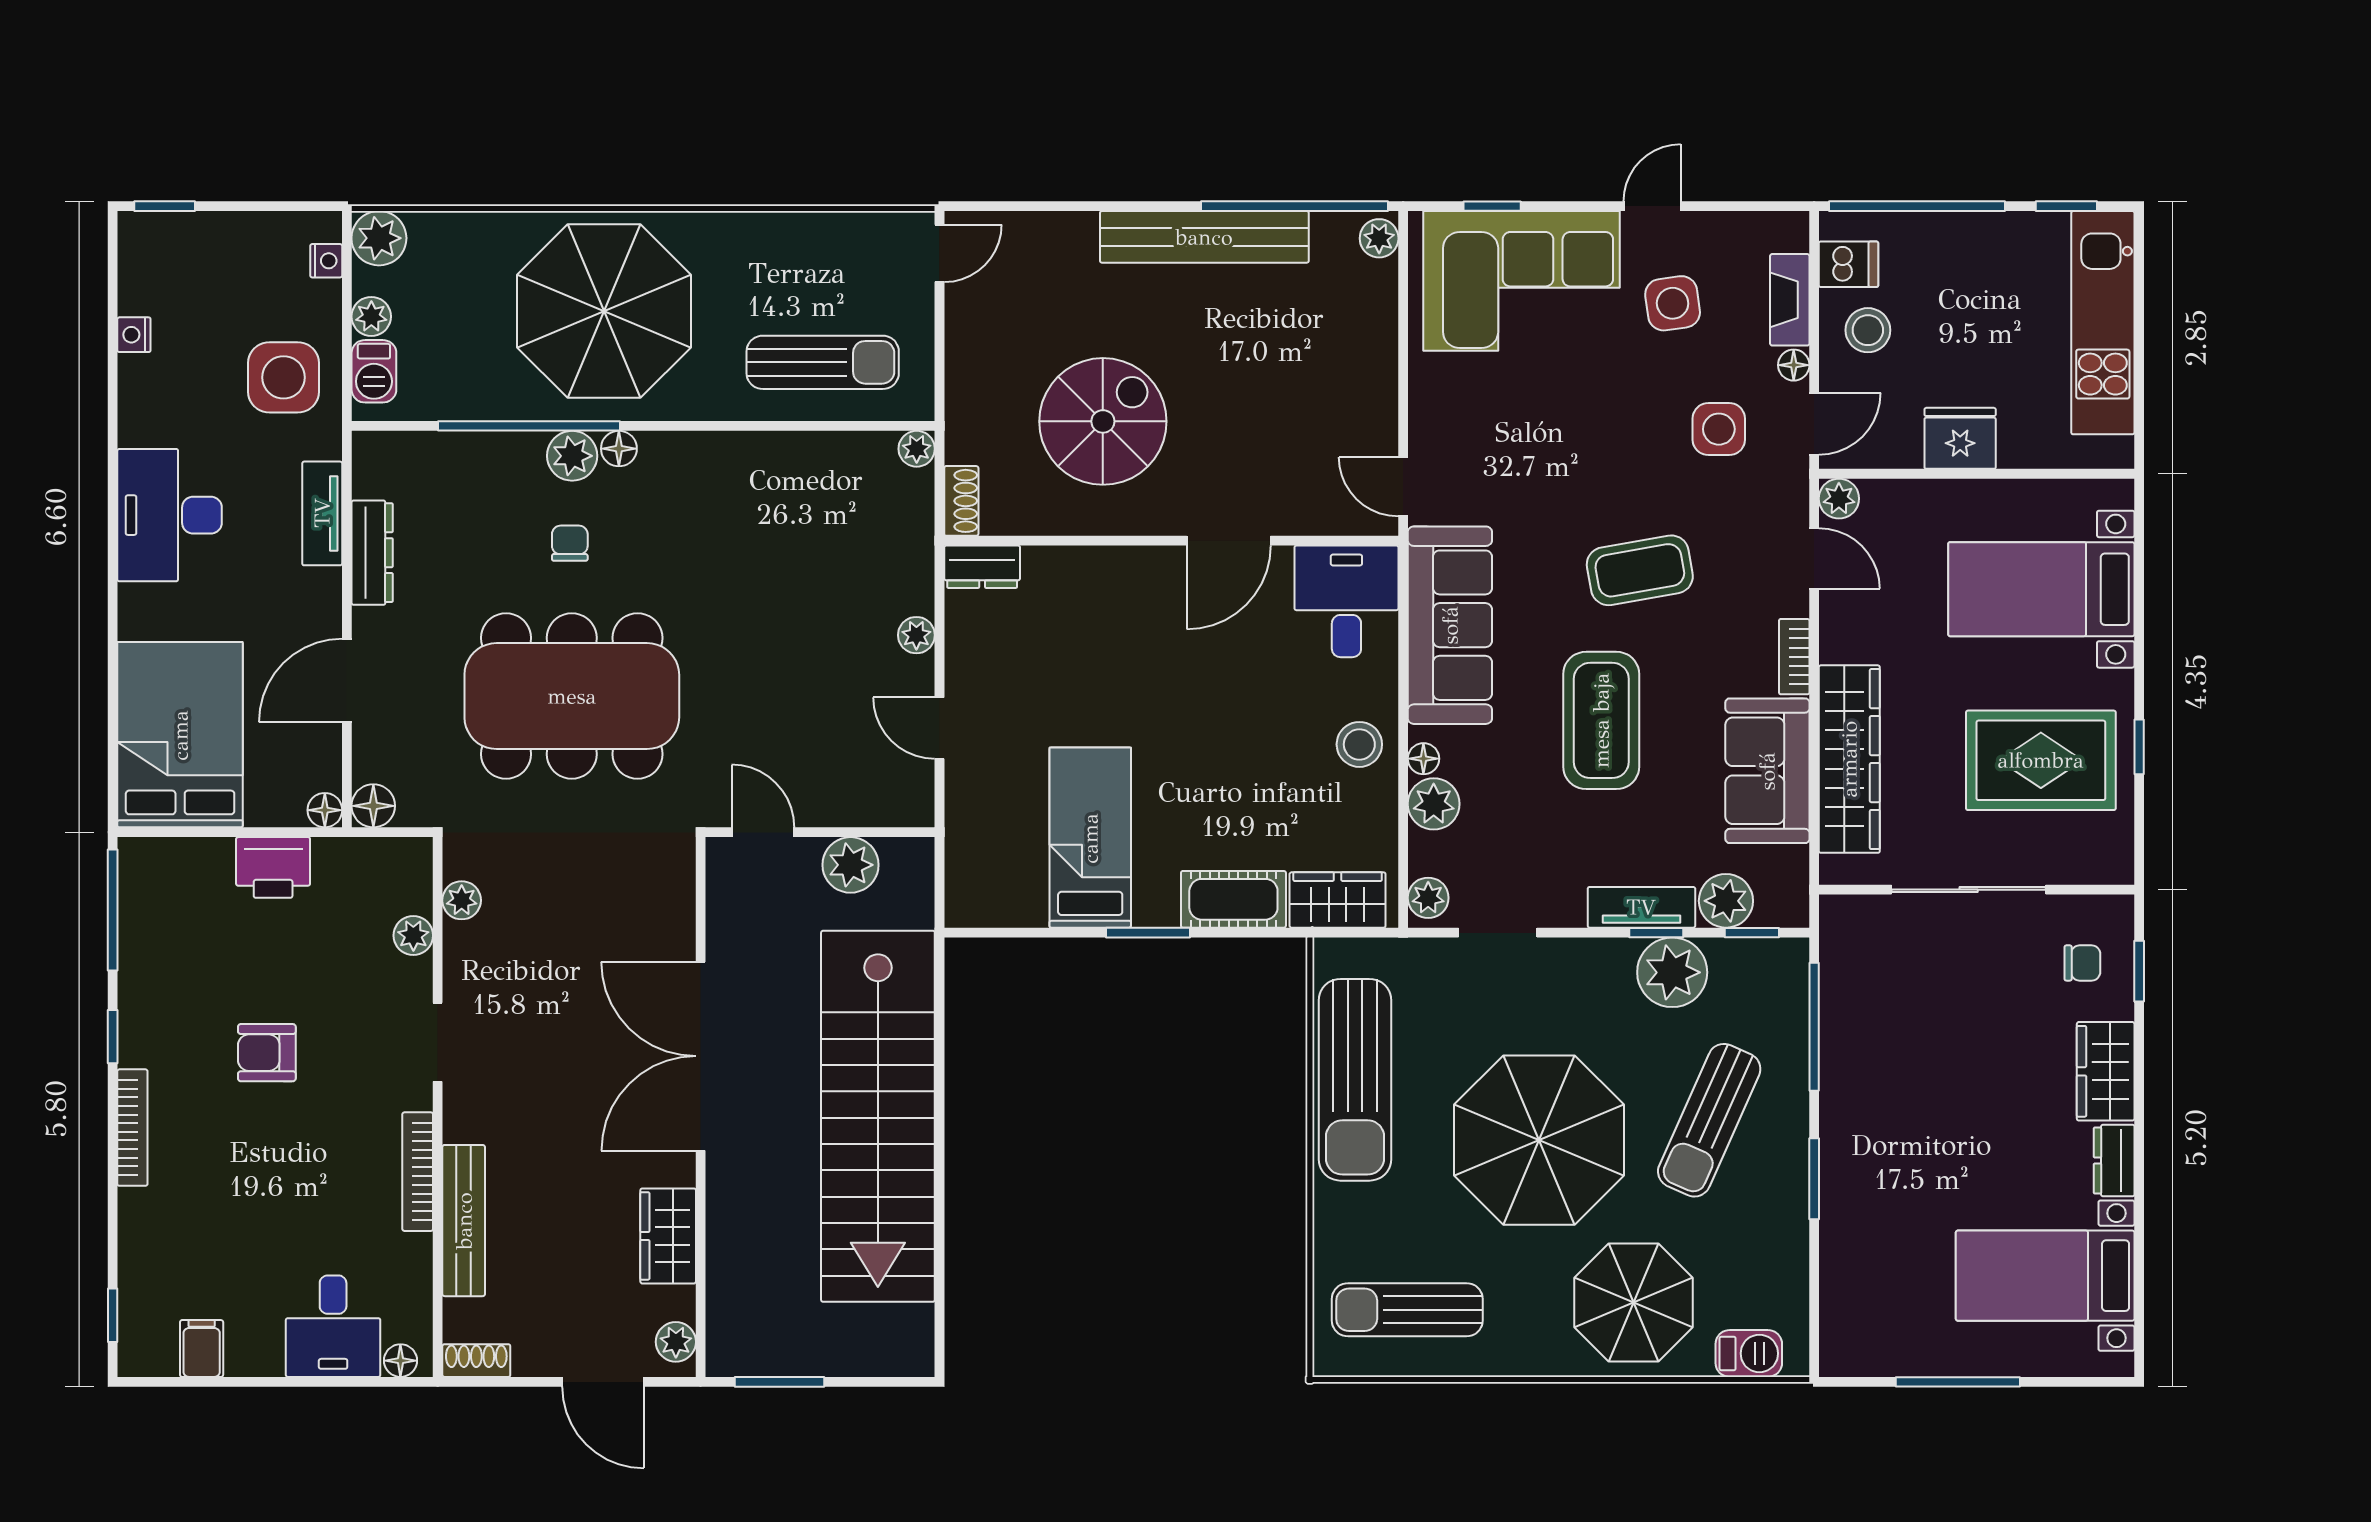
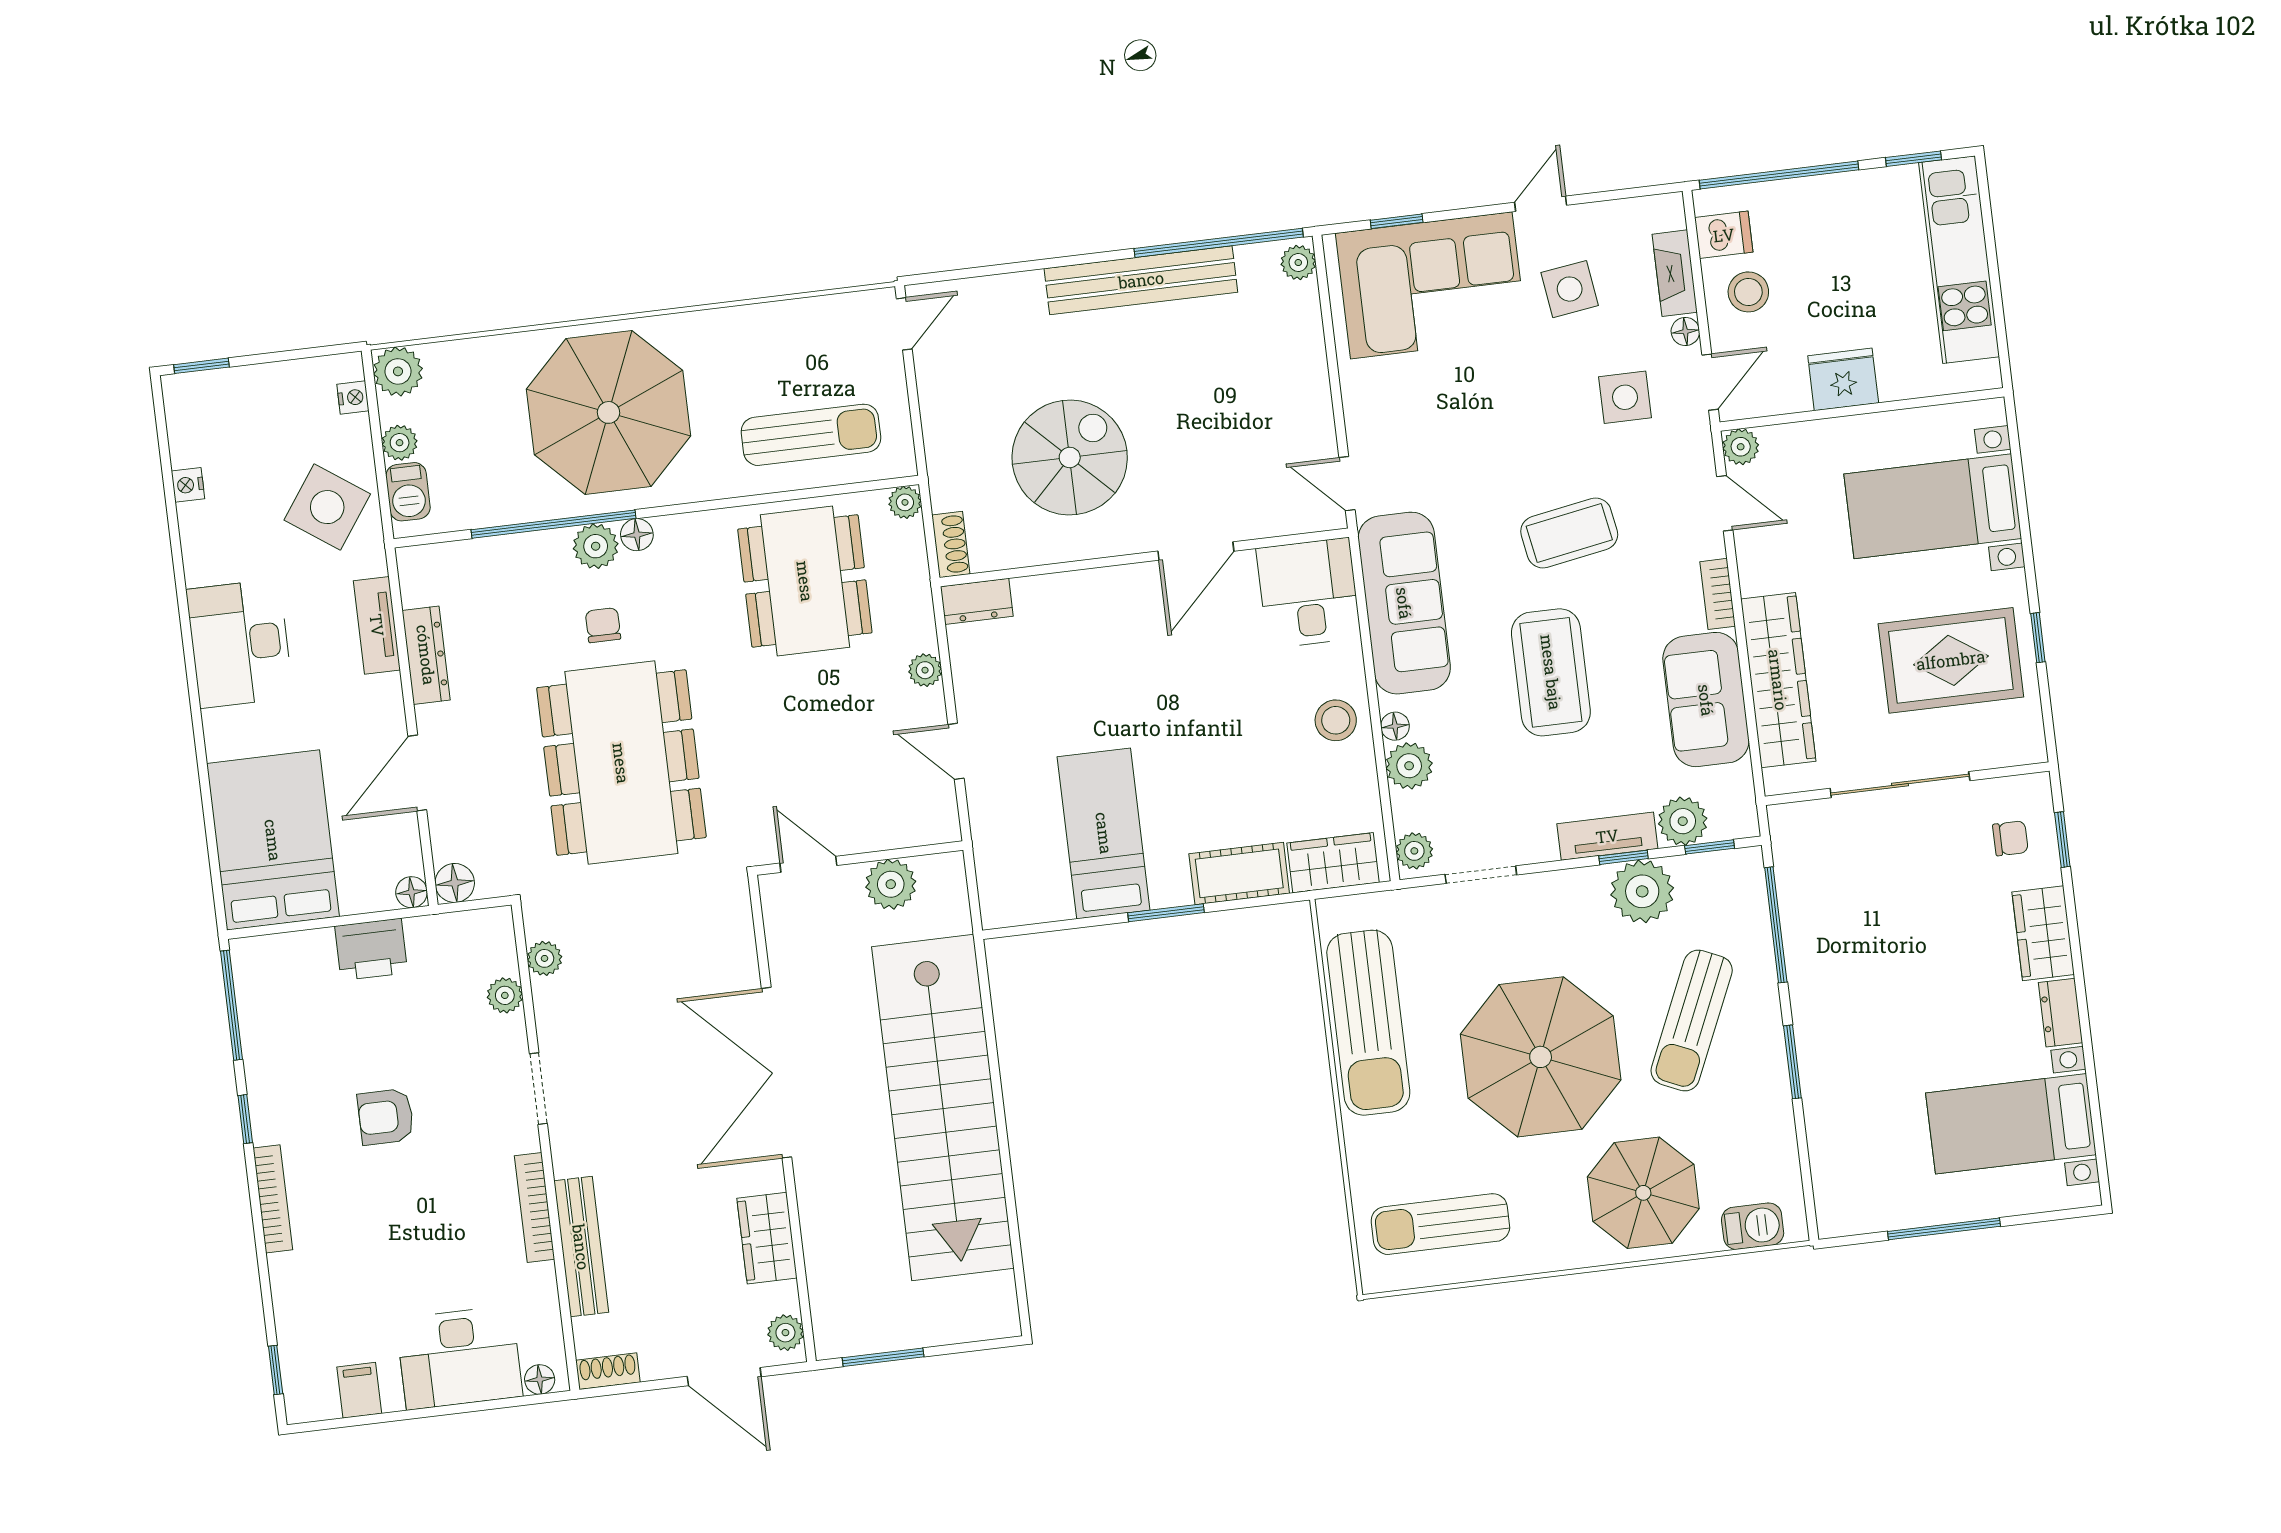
side table: (284, 377) -> (327, 507), turned 35
dining table: (797, 522) -> (805, 581), added
dining table: (572, 696) -> (621, 763), turned 90
desk: (333, 1326) -> (459, 1358), width x1.37

